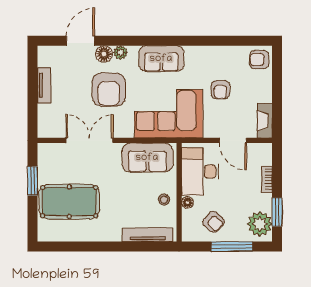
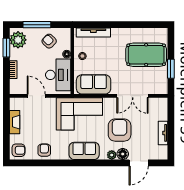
armchair: (220, 90) -> (44, 150), moved
fireplace: (265, 121) -> (15, 122), moved

